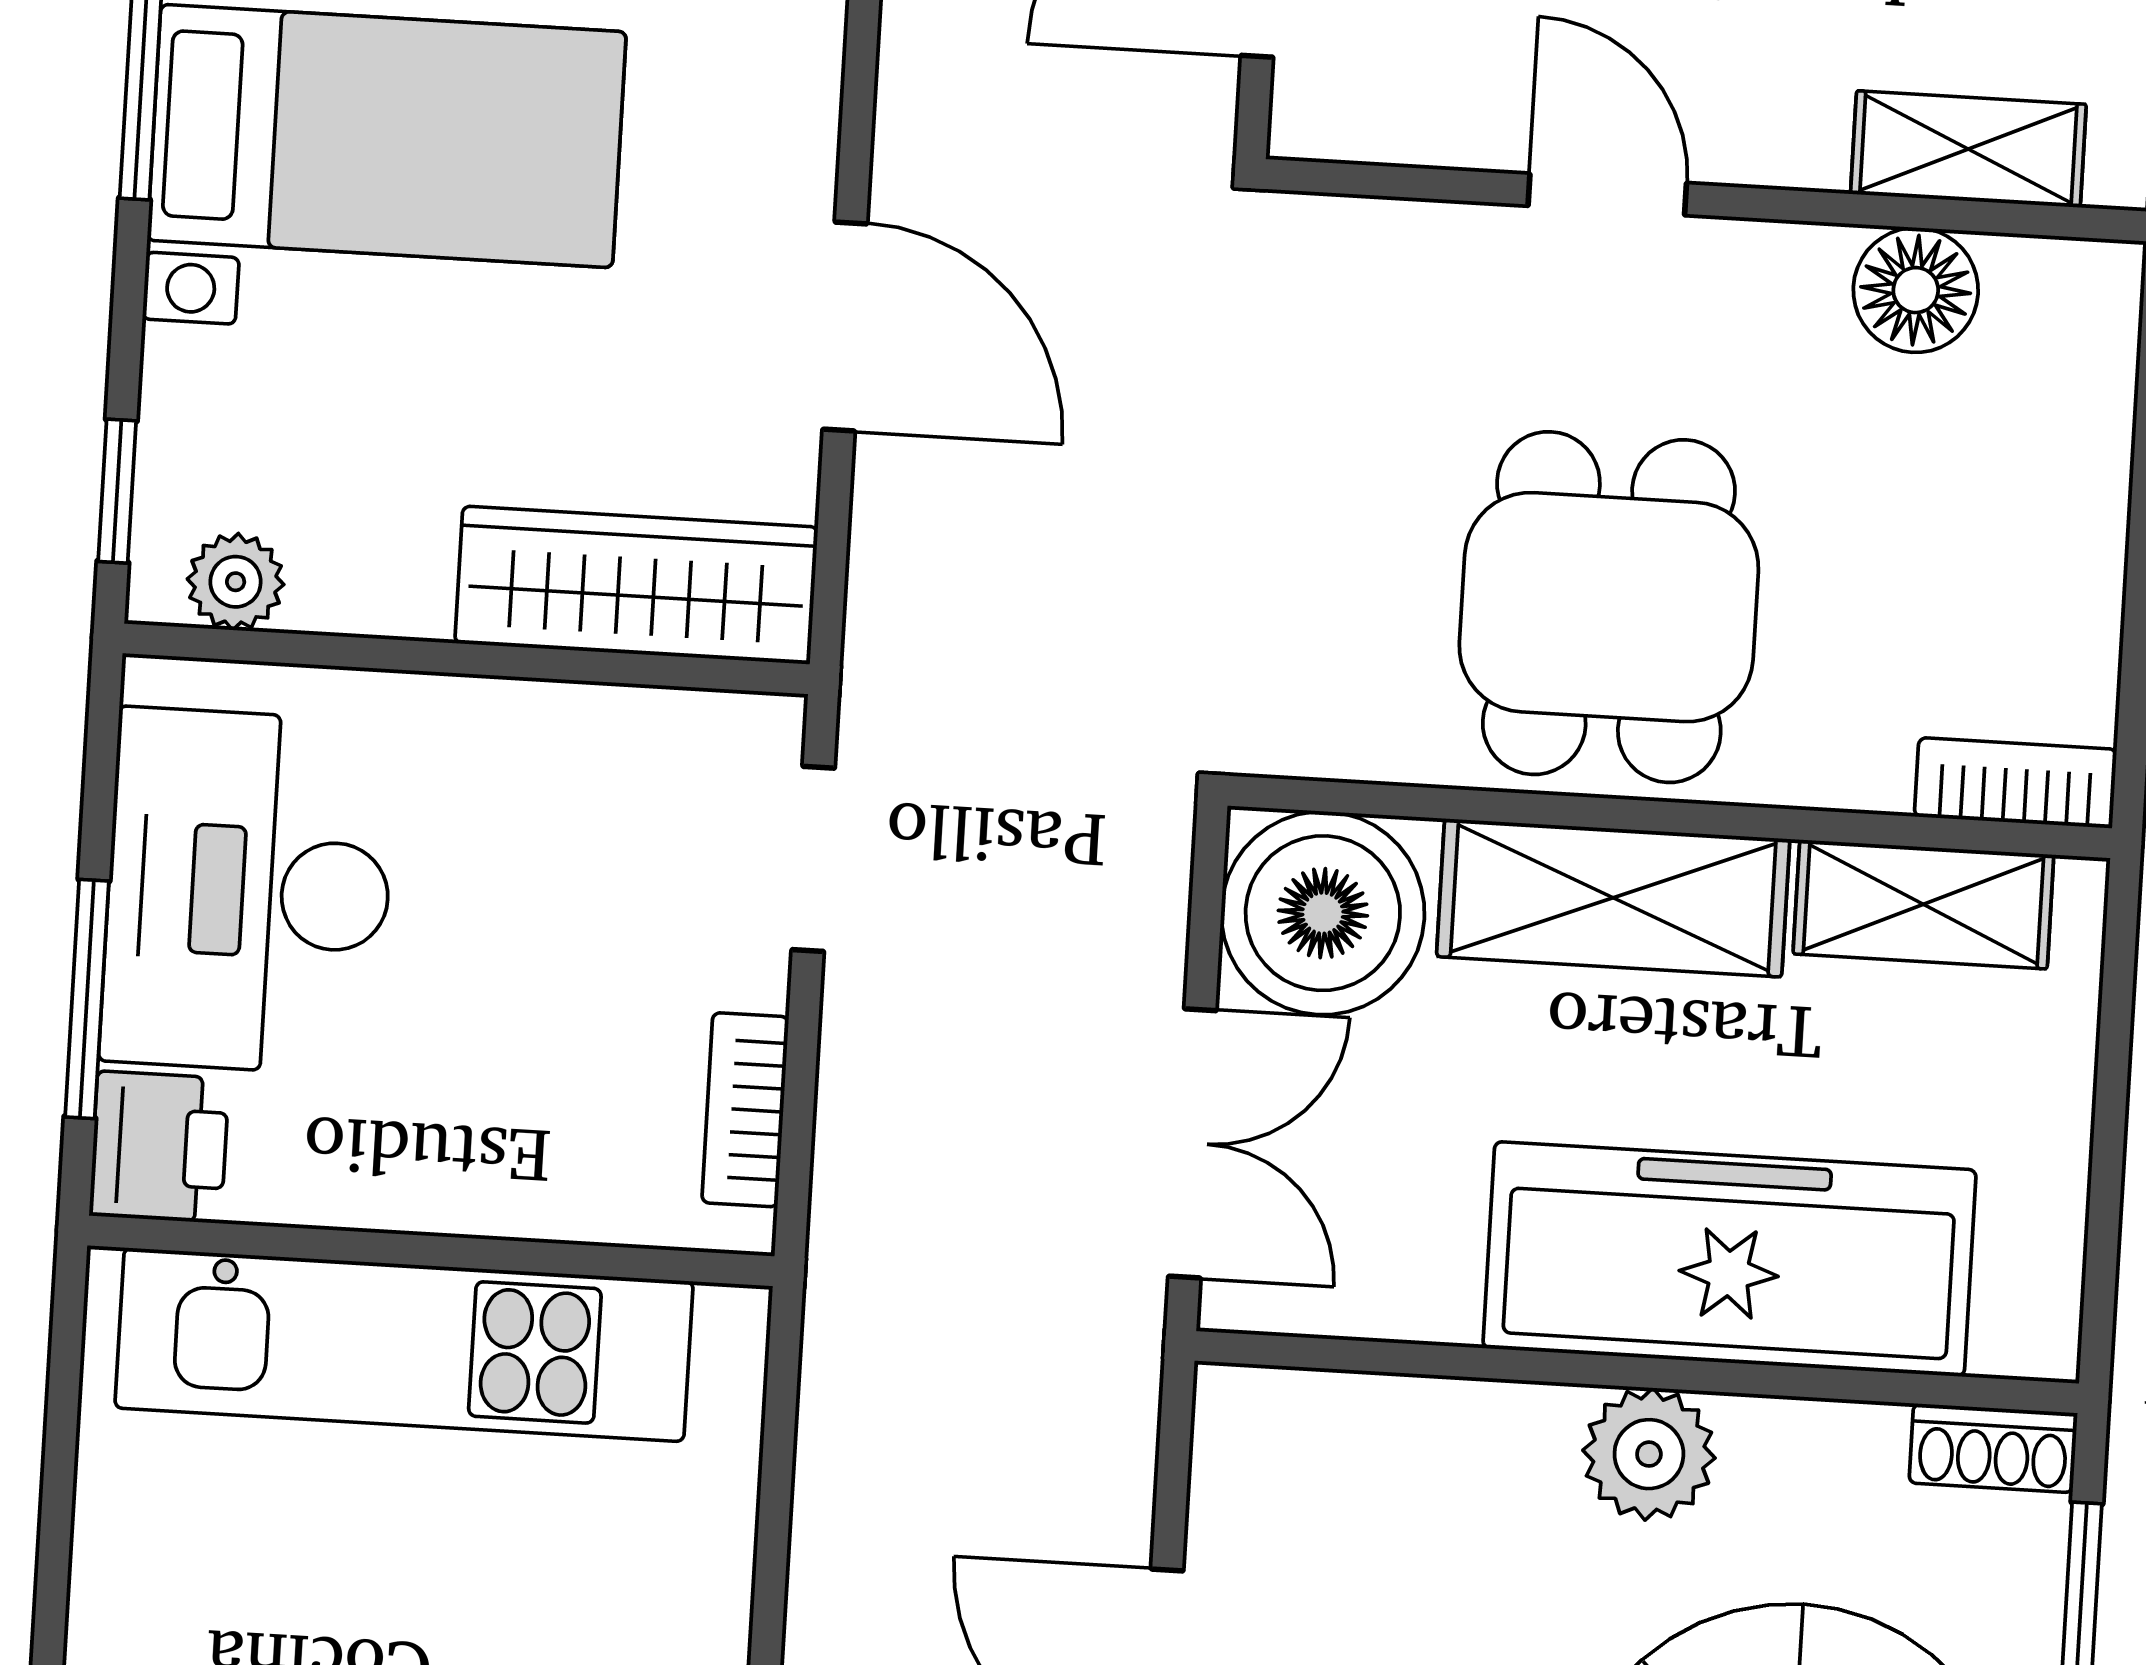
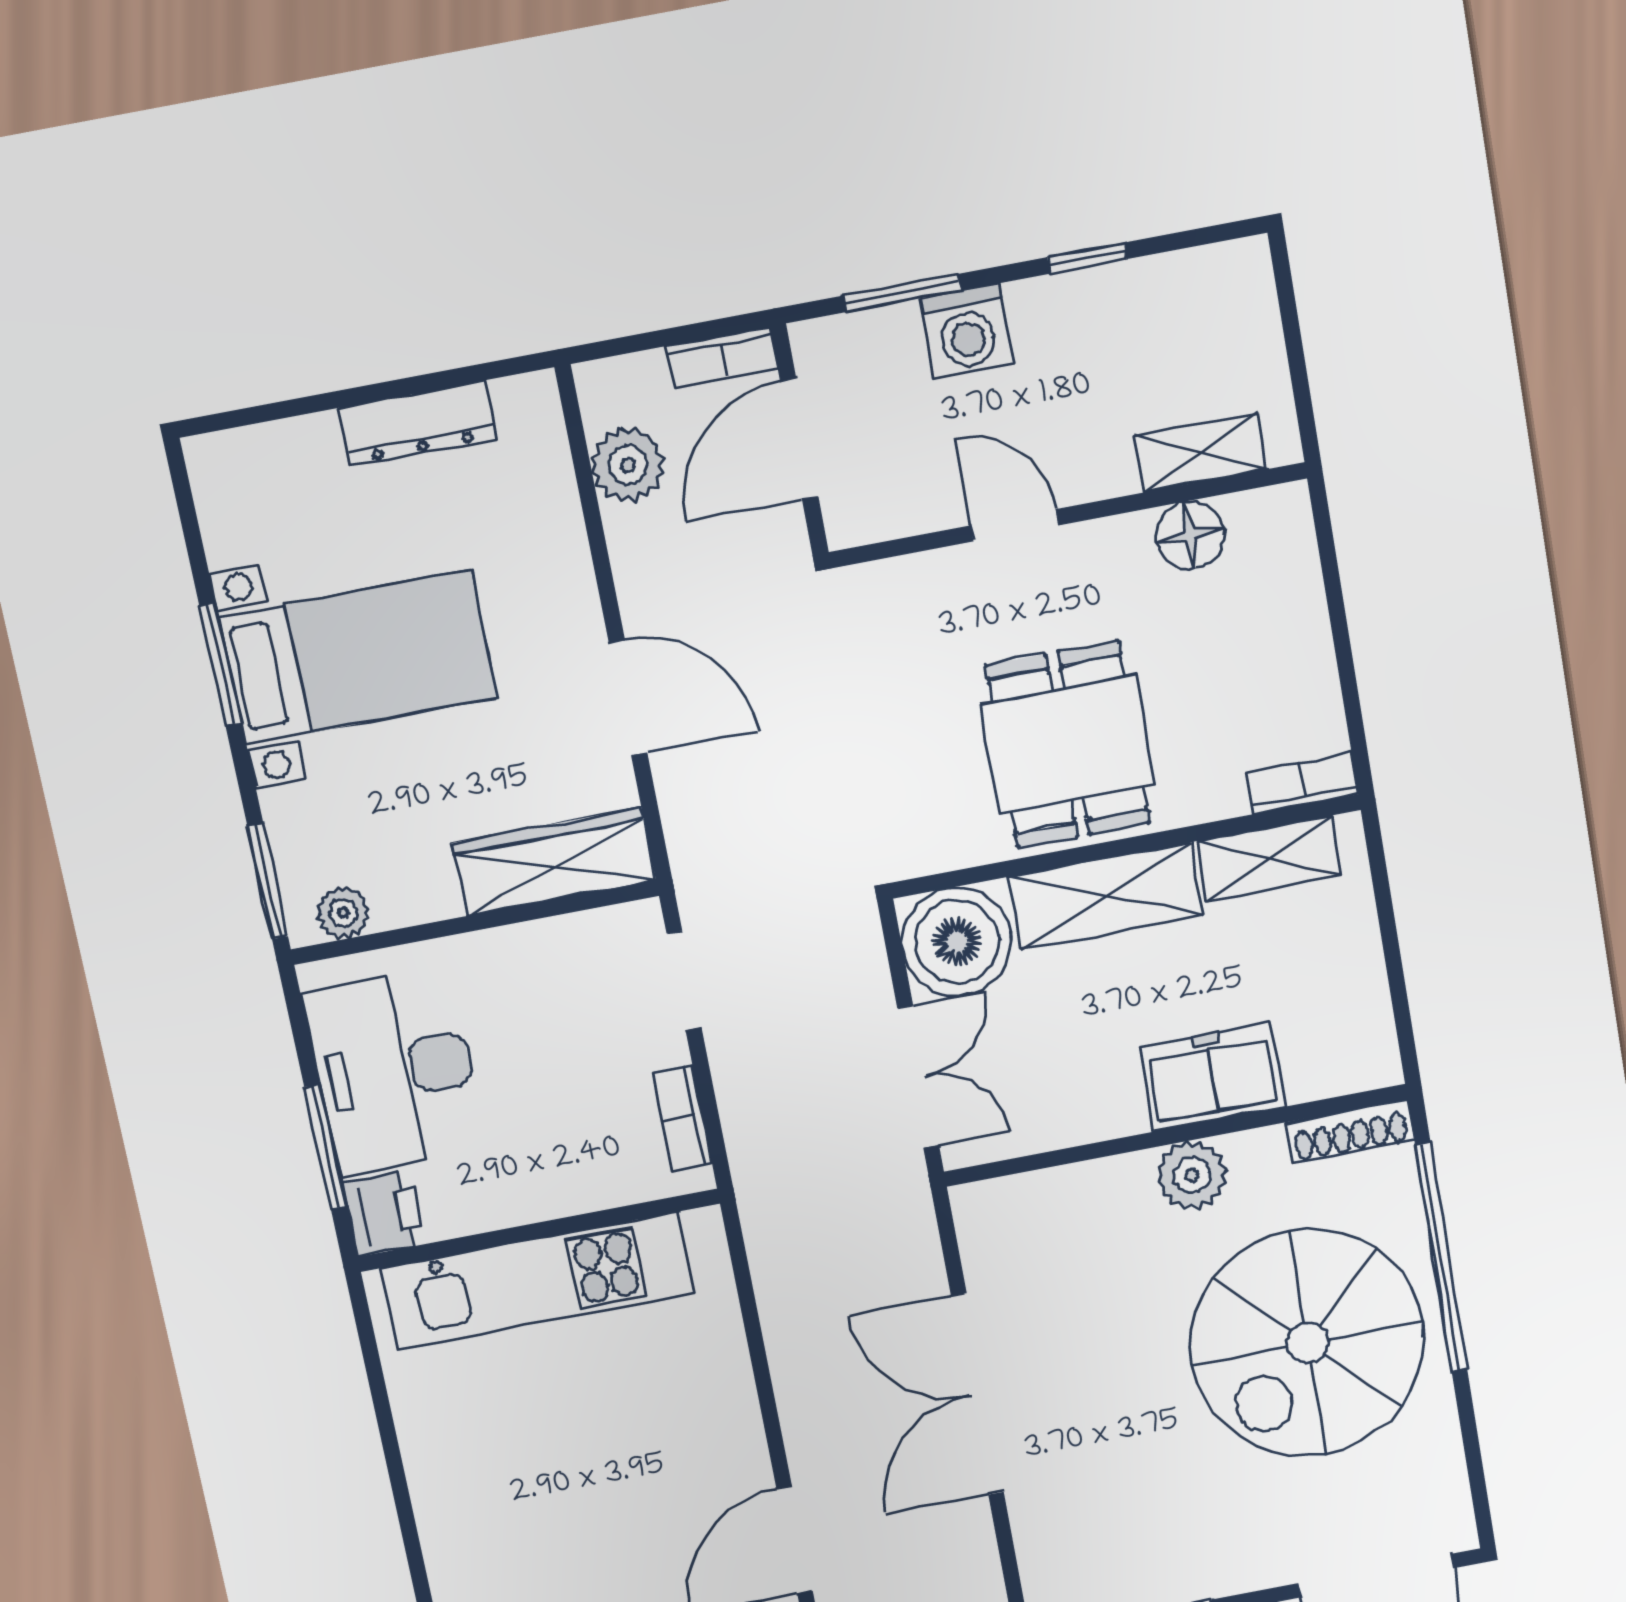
window: (117, 491) -> (268, 881), width x1.50
freezer: (1730, 1259) -> (1212, 1077), width x0.52, depth x0.79
shoe rack: (1993, 1448) -> (1350, 1131), width x1.43

